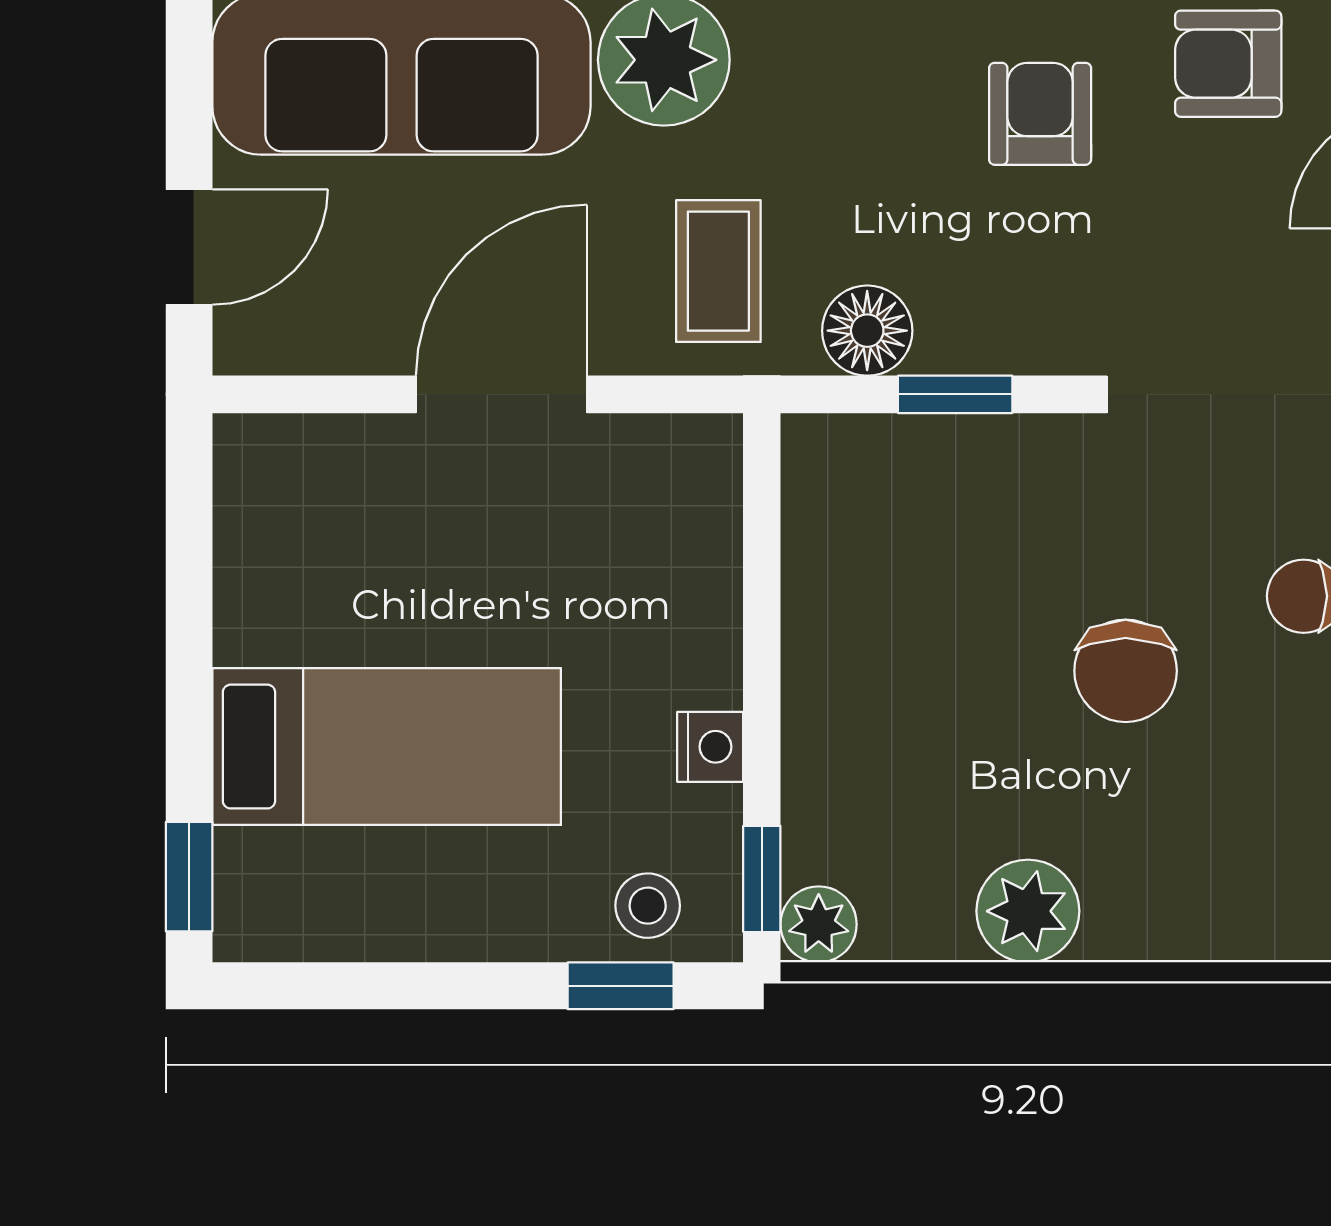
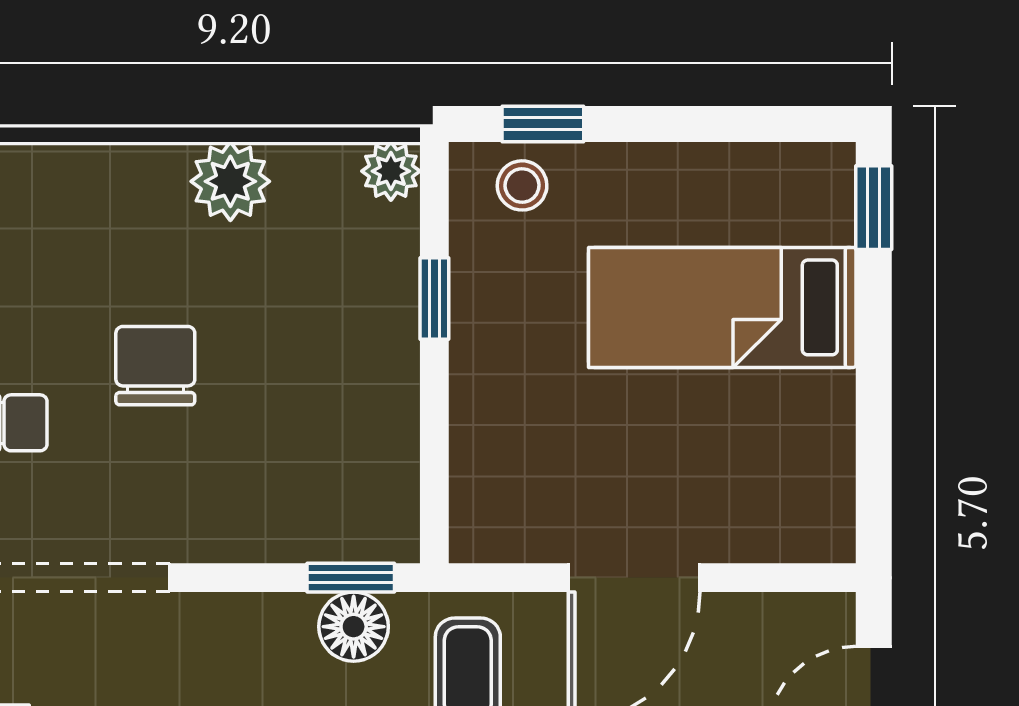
window: (955, 394) -> (351, 578), moved
nightstand: (710, 747) -> (474, 307), removed
window: (762, 879) -> (434, 299), moved

